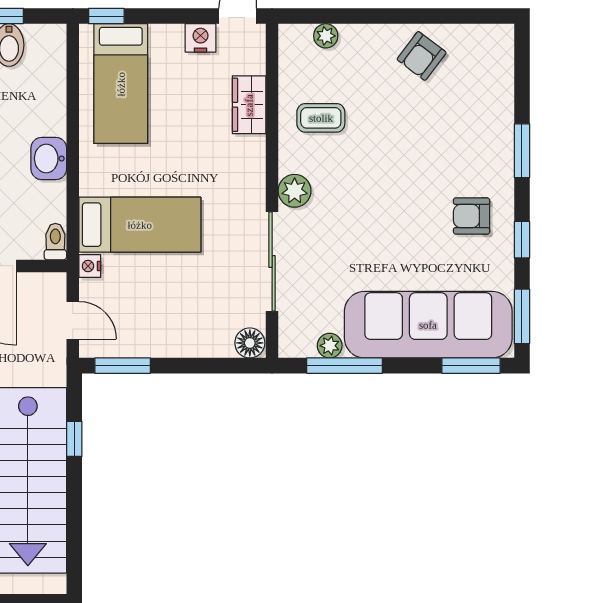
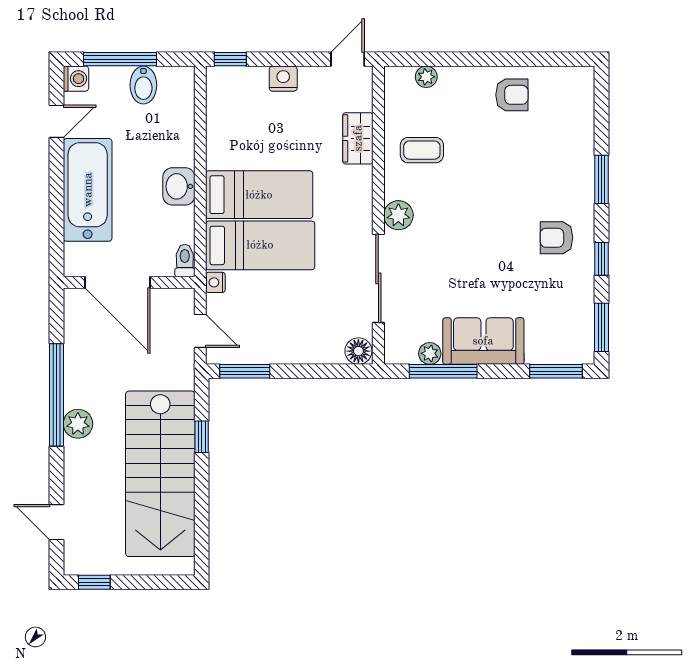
nightstand: (201, 38) -> (283, 79), moved
armchair: (422, 56) -> (512, 95), turned -127
bed: (121, 84) -> (259, 195), moved, turned -90
sofa: (428, 325) -> (483, 341), width x0.54, depth x0.79

